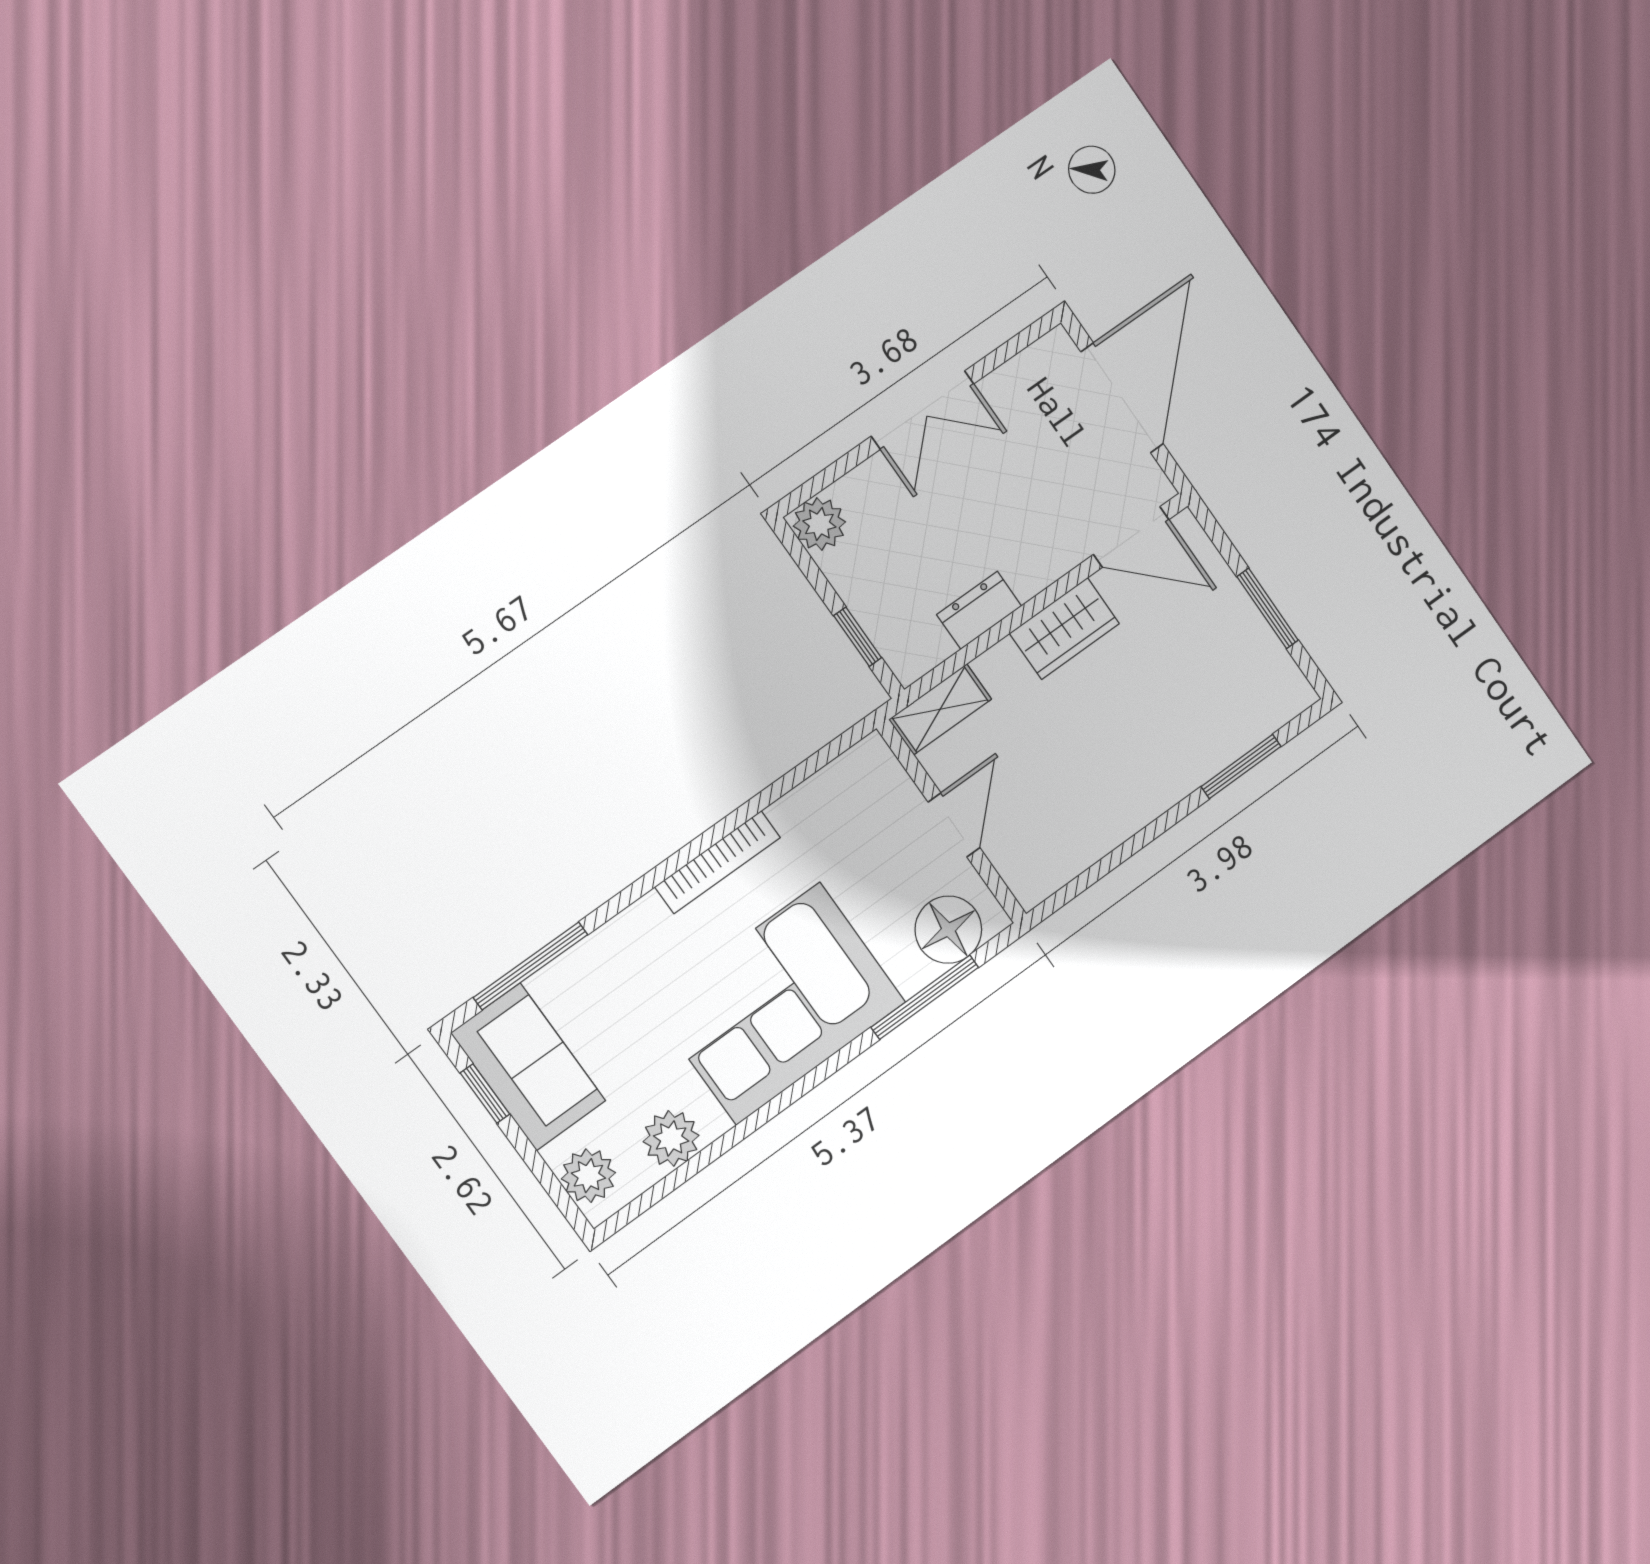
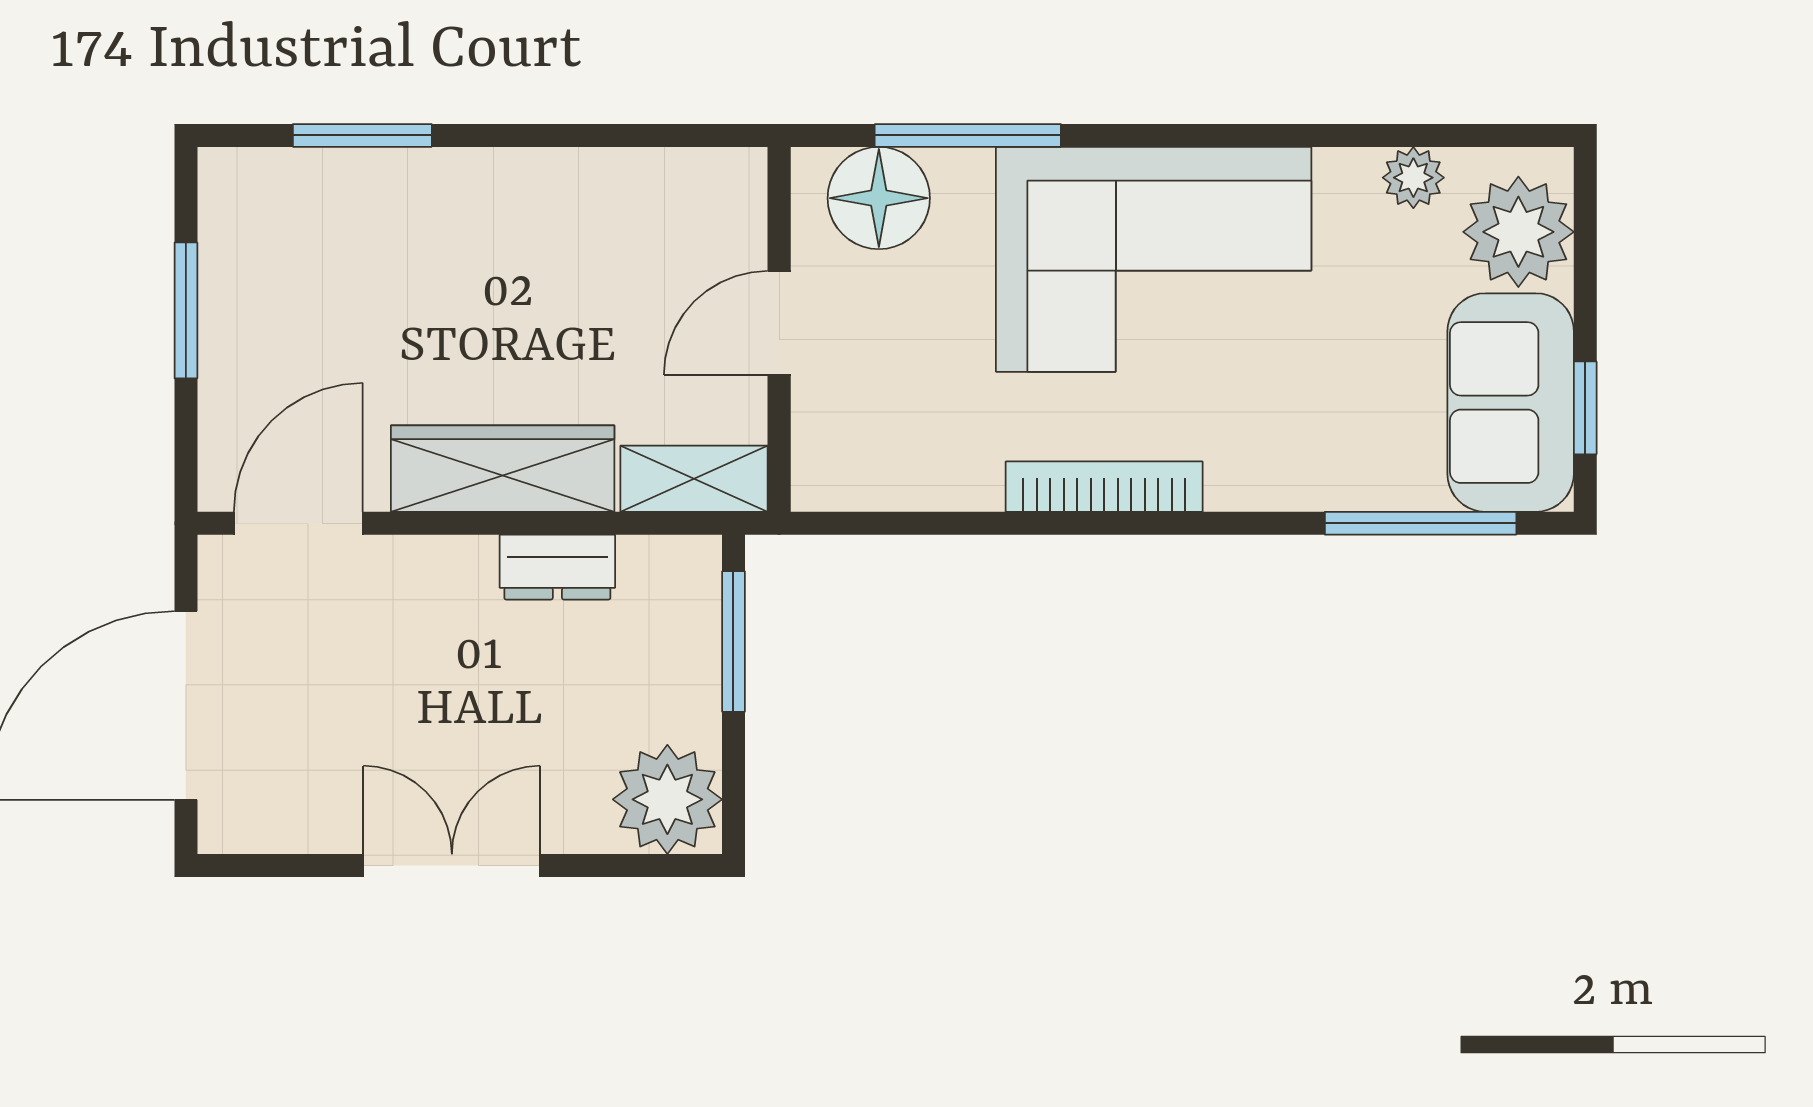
plant: (819, 524) -> (667, 799), width x1.36, depth x1.36
door: (1131, 537) -> (298, 523), hinge flipped
wardrobe: (1064, 628) -> (503, 469), width x1.50
window: (858, 637) -> (733, 641), width x1.50
plant: (671, 1138) -> (1413, 178), width x0.73, depth x0.73
plant: (588, 1176) -> (1518, 232), width x1.36, depth x1.36

